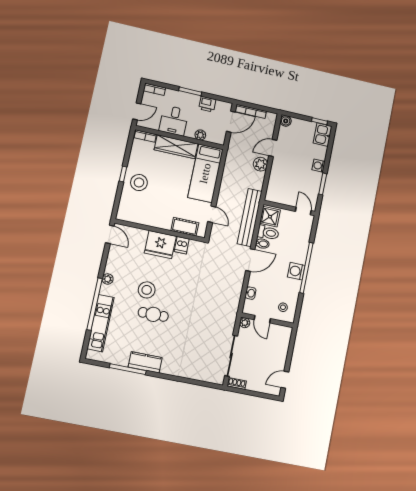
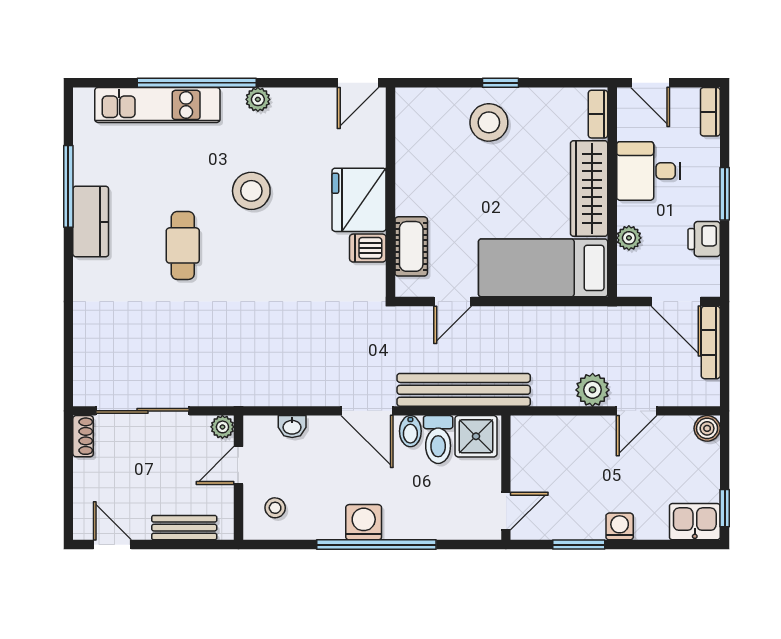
door: (273, 148) -> (637, 411), swing flipped
cafe table: (153, 314) -> (183, 245), moved
bench: (284, 348) -> (184, 528), added

